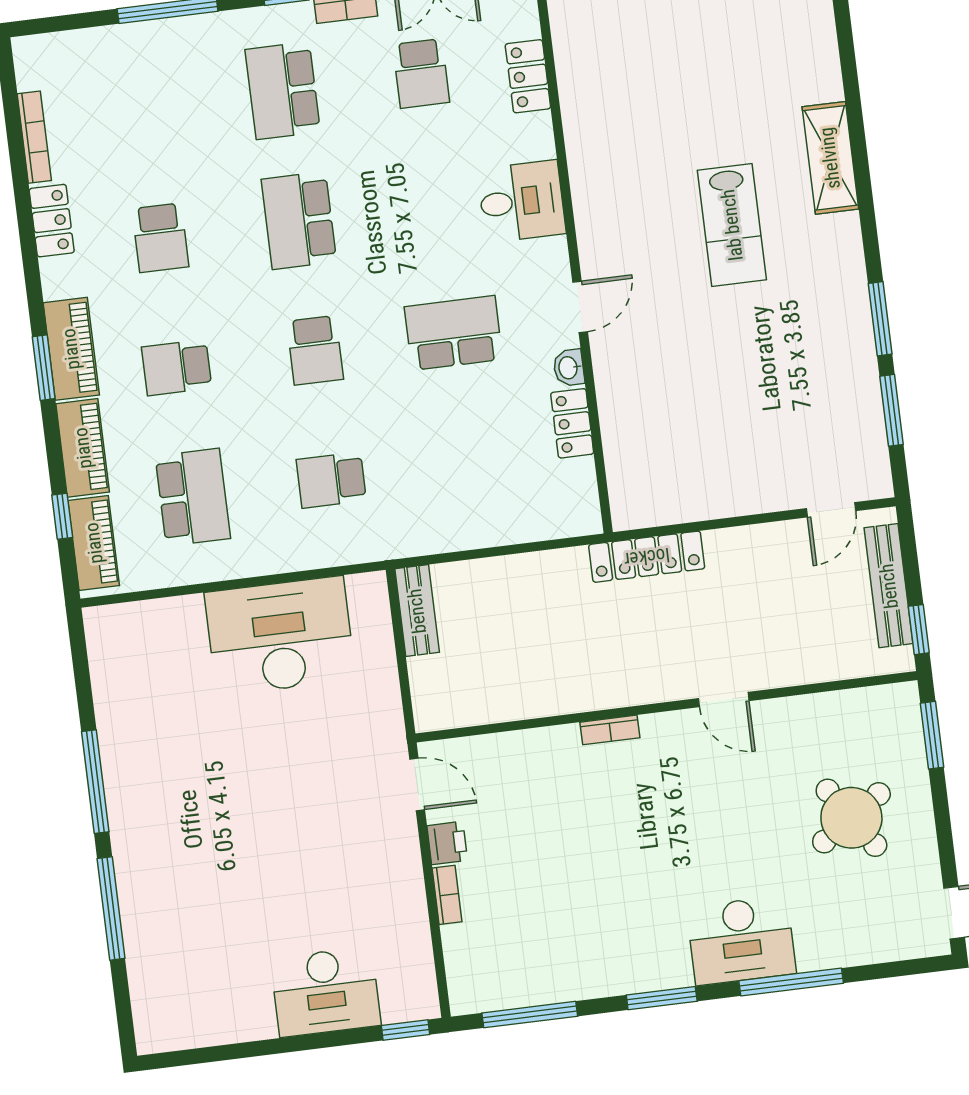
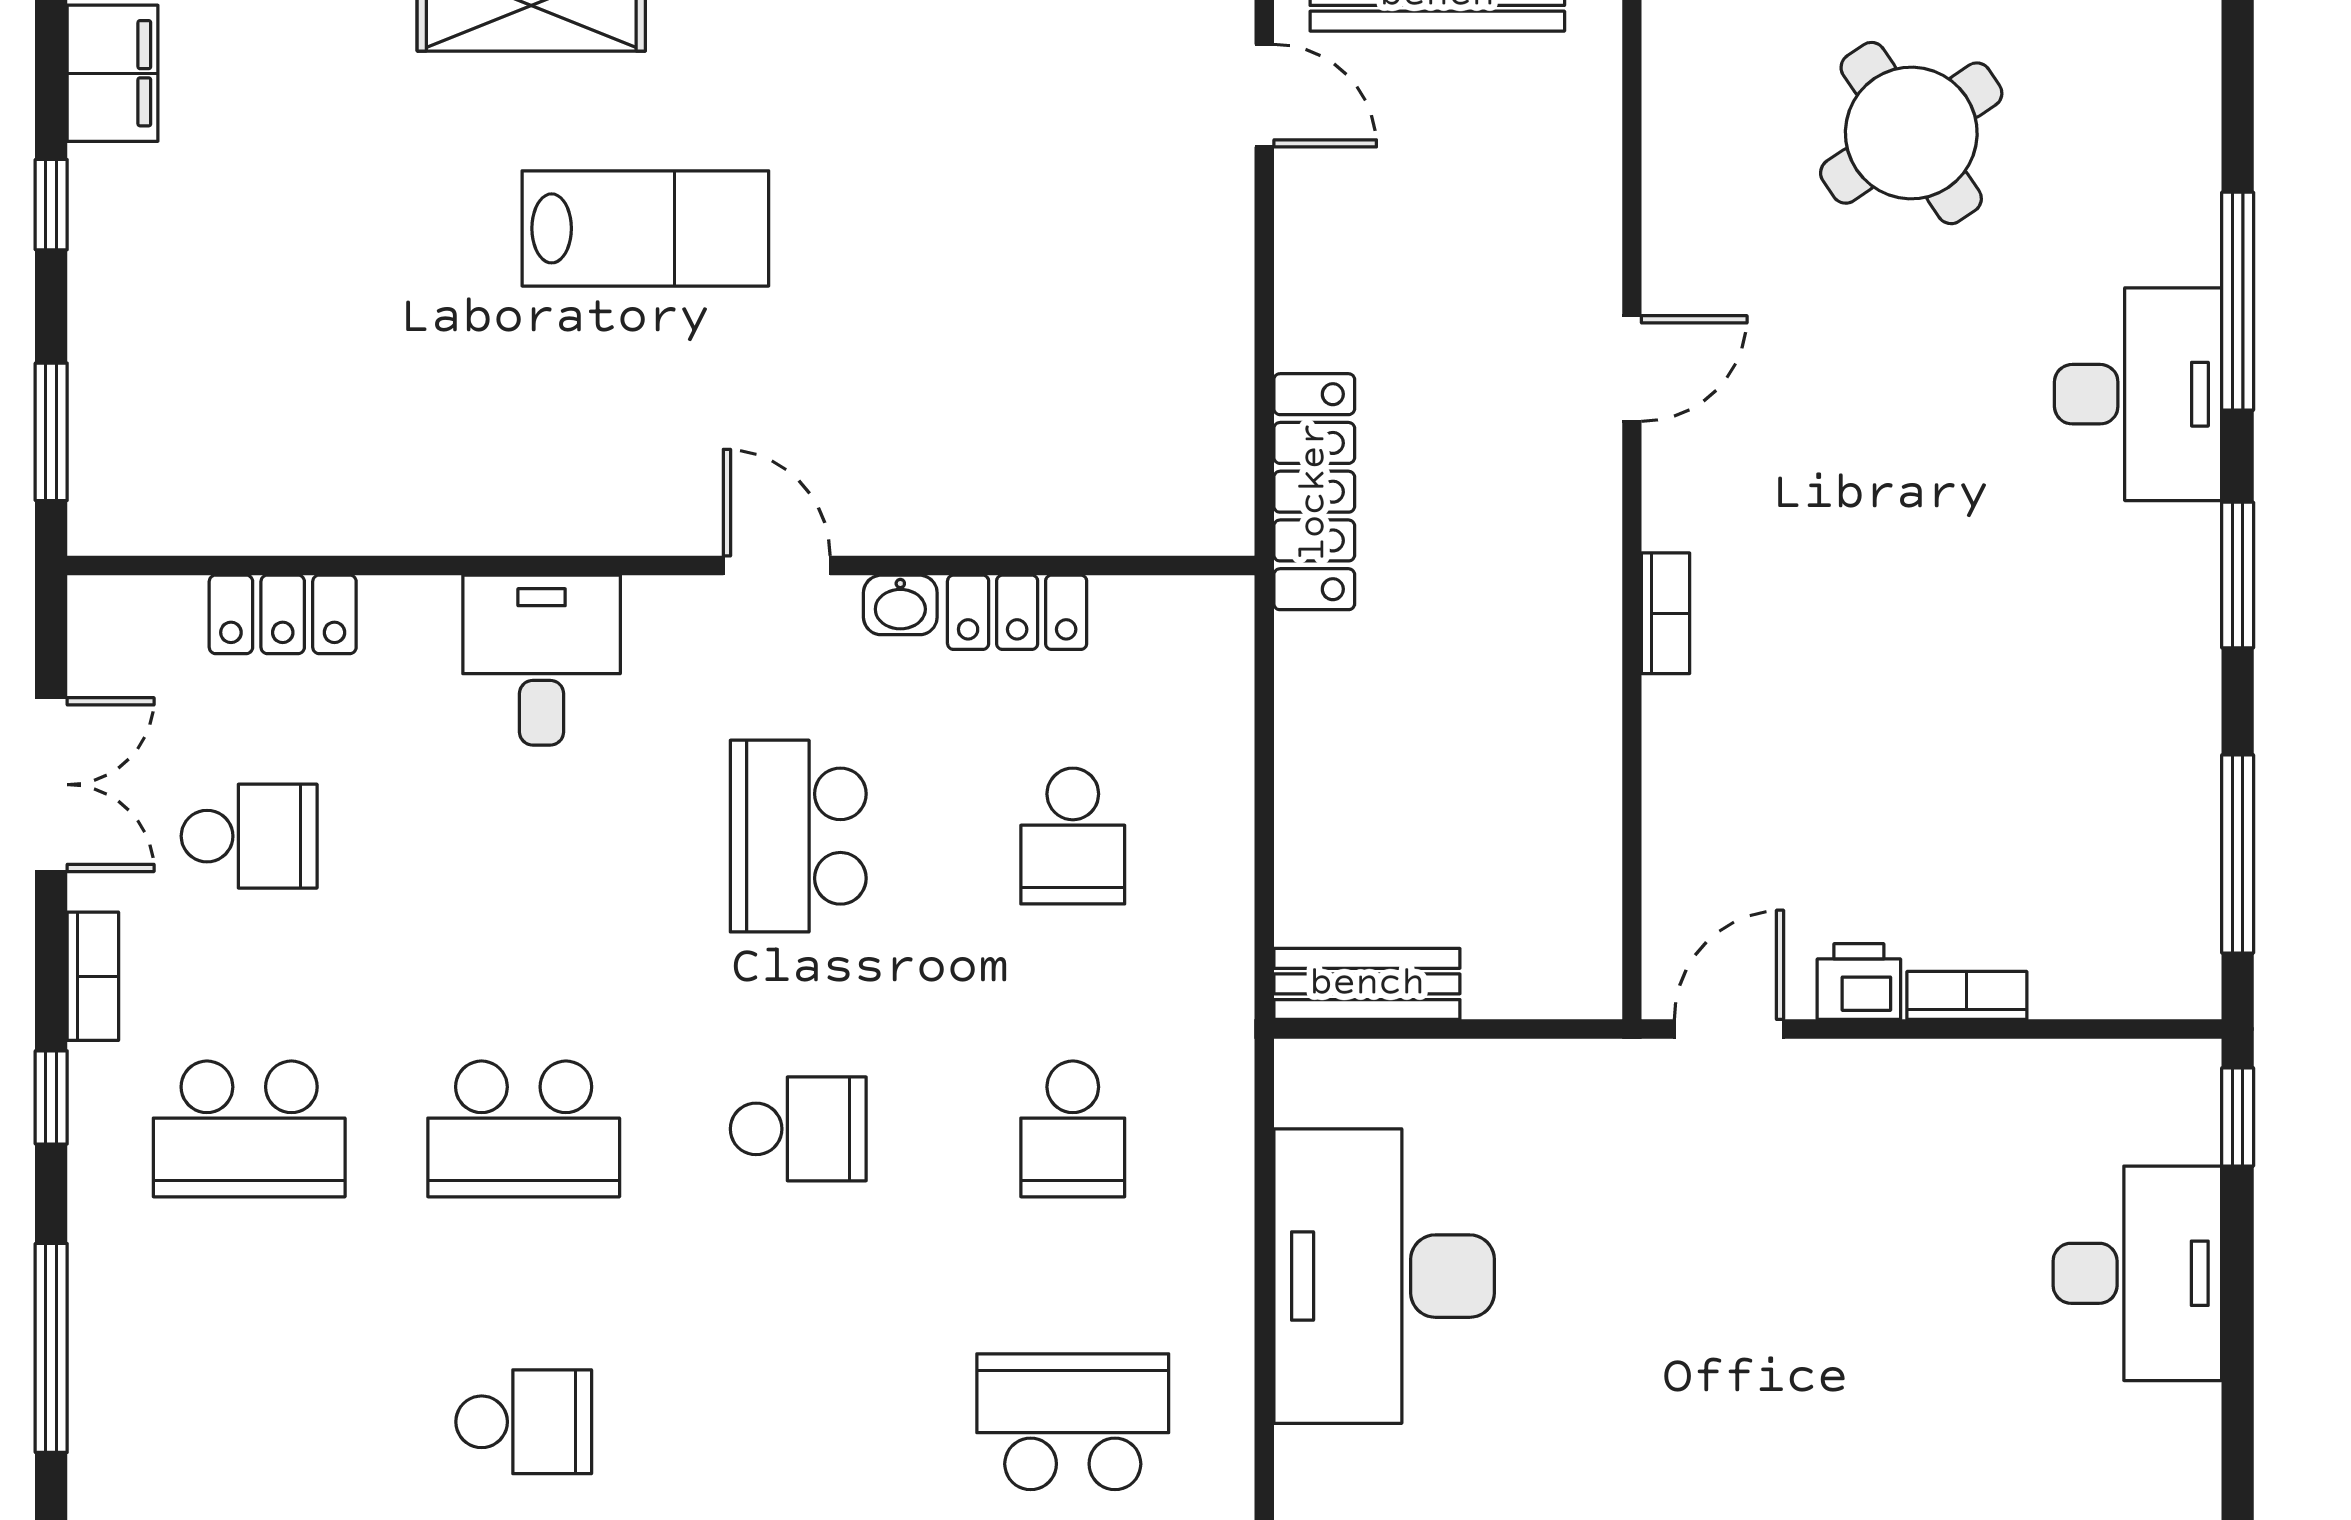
school desk: (177, 367) -> (1073, 836), moved

